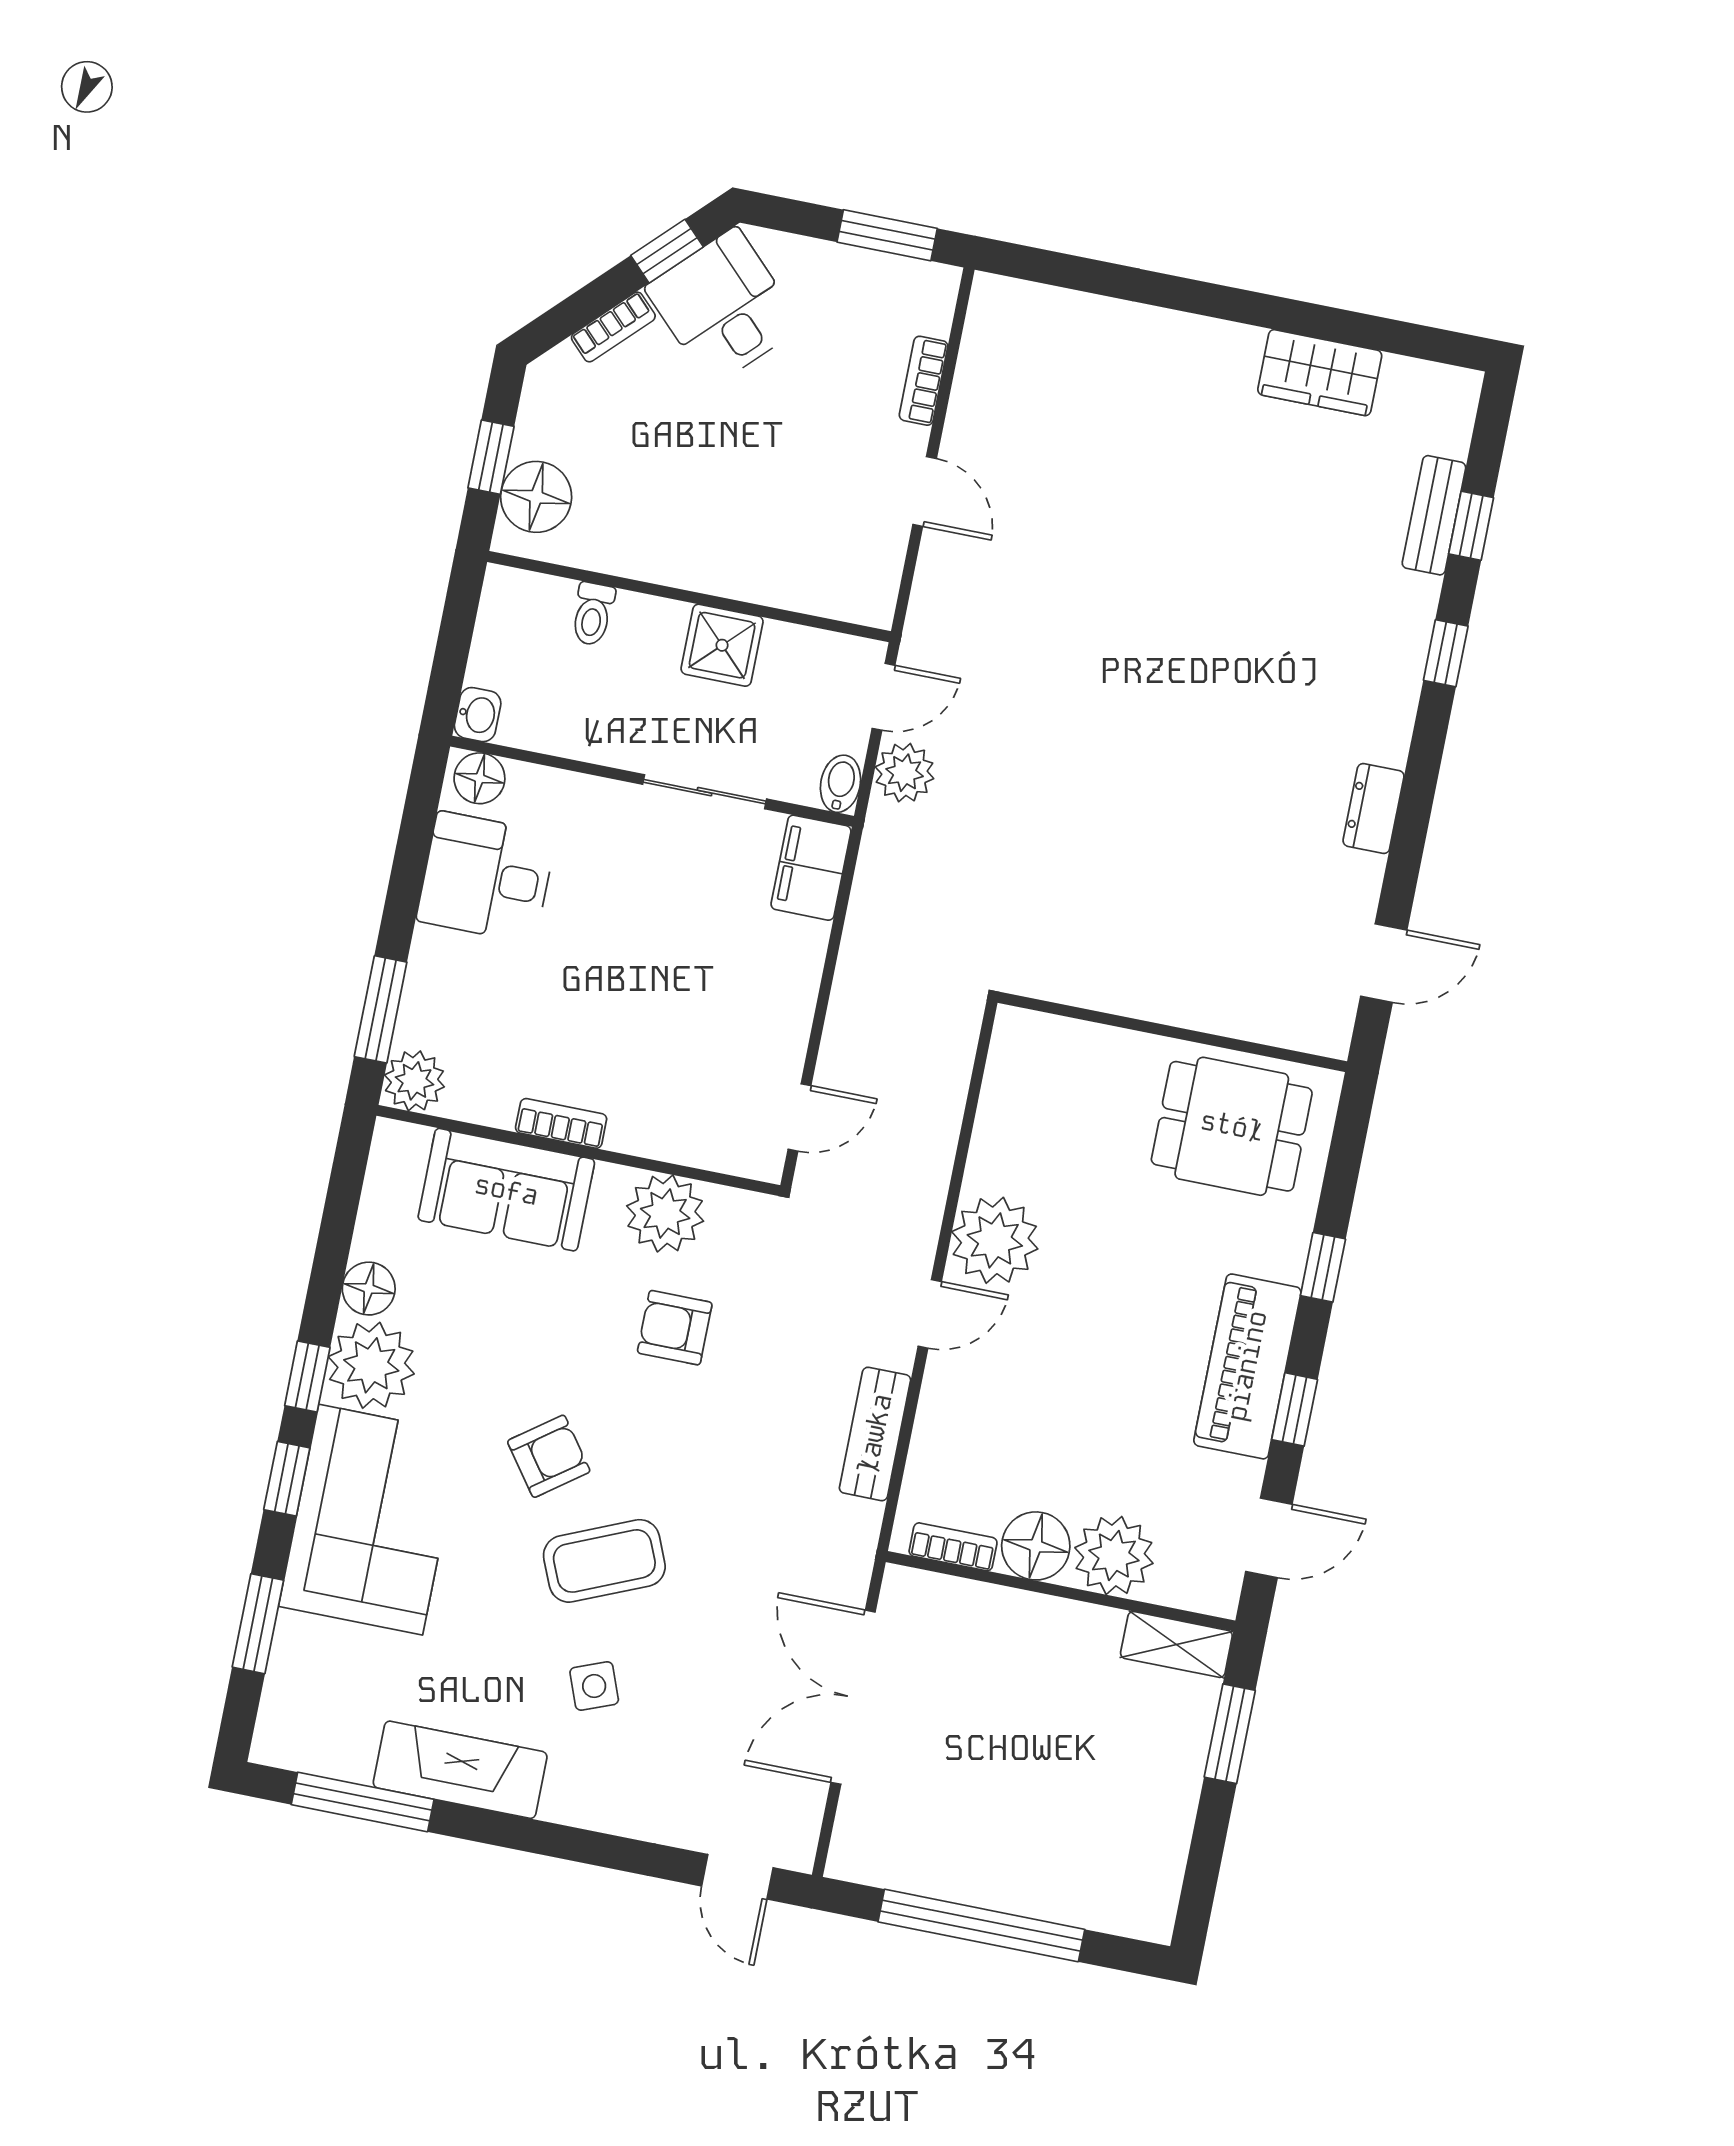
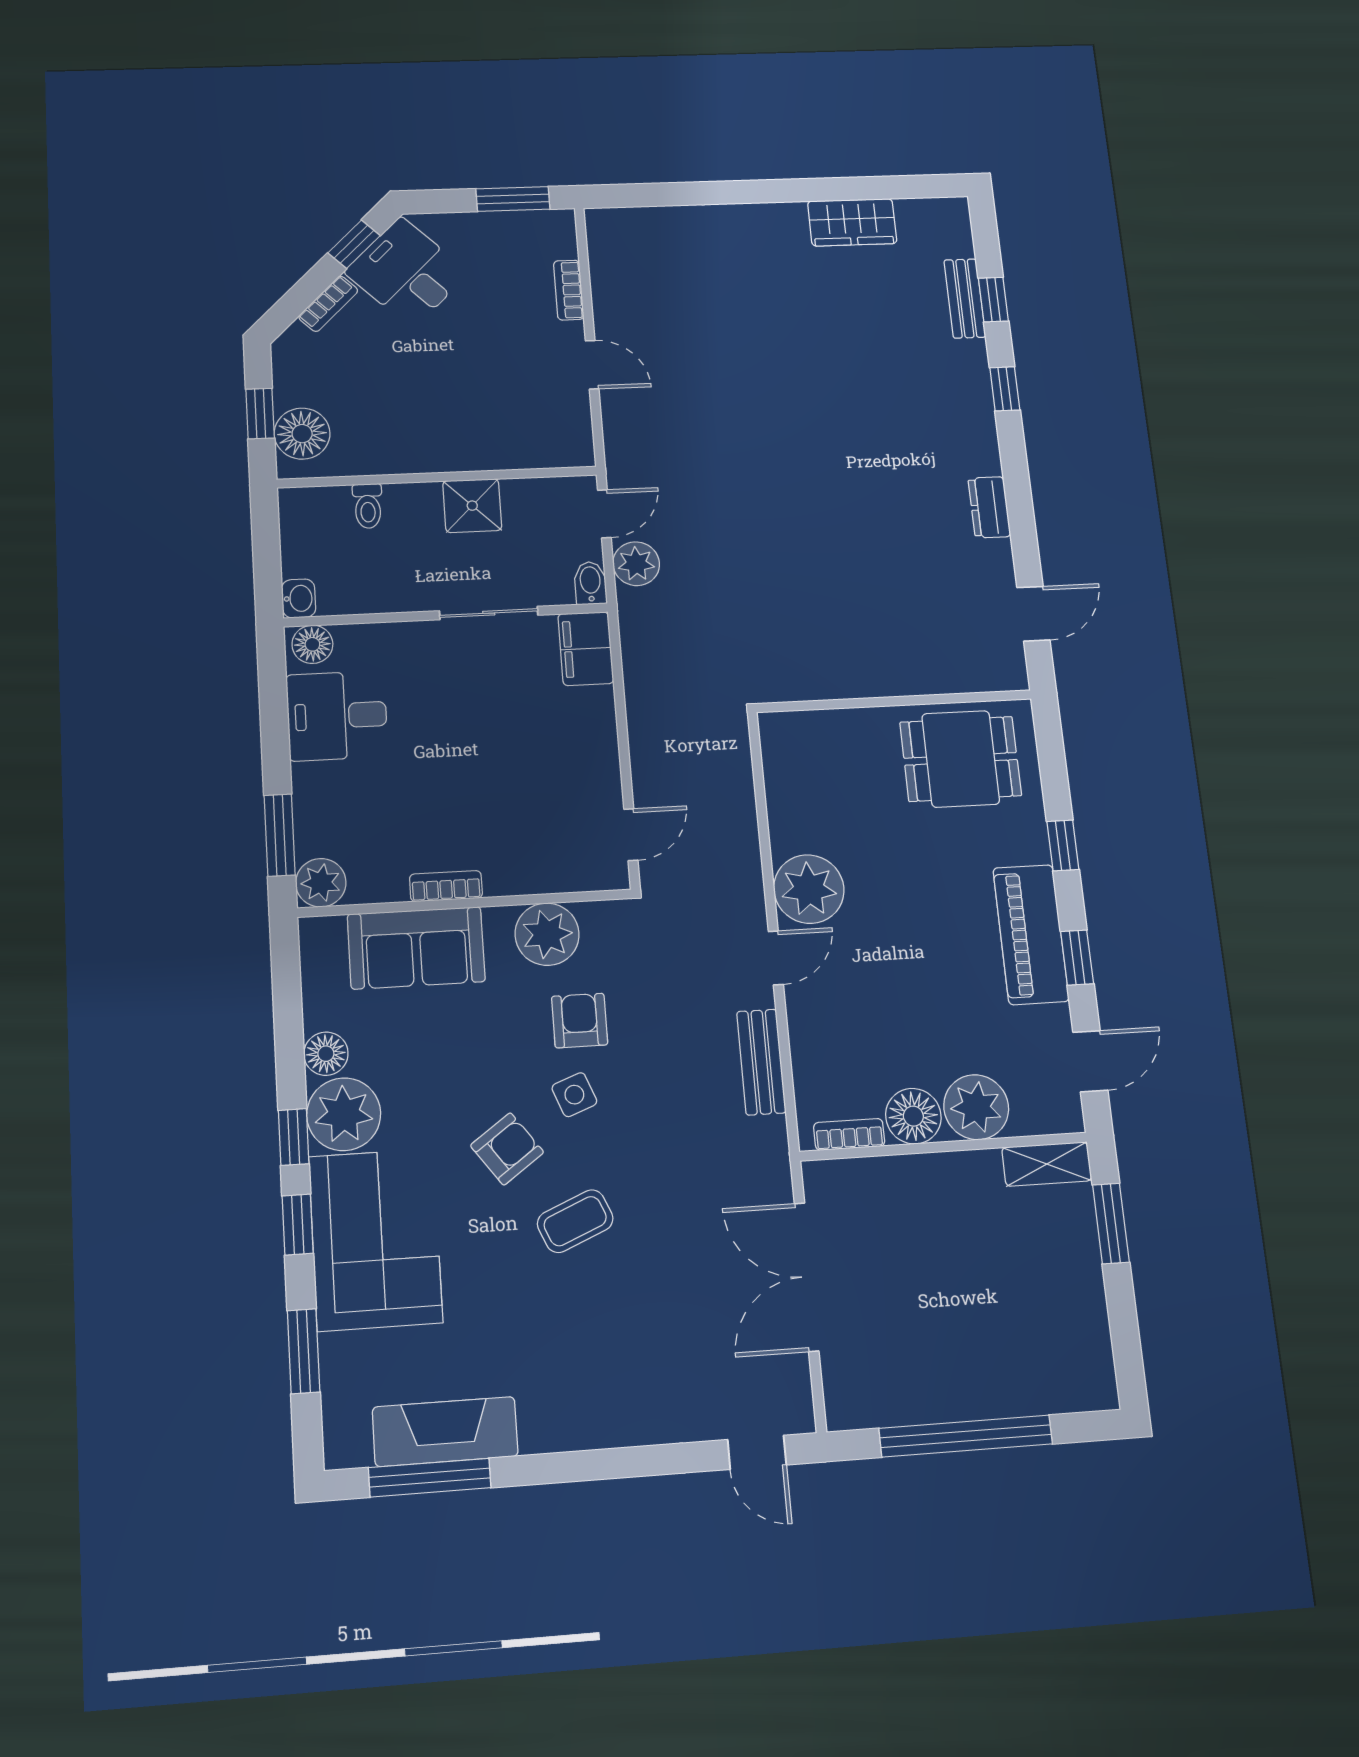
armchair: (675, 1328) -> (580, 1021), turned 90
coffee table: (604, 1561) -> (575, 1221), width x0.73, depth x0.77
side table: (594, 1686) -> (574, 1095), moved
fireplace: (460, 1770) -> (445, 1432), moved

